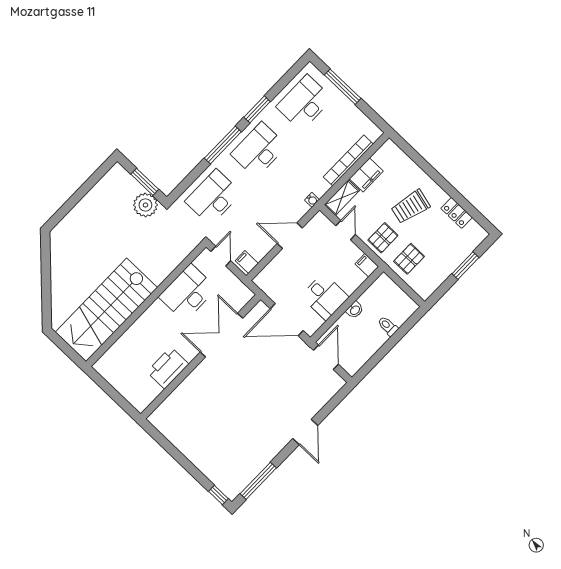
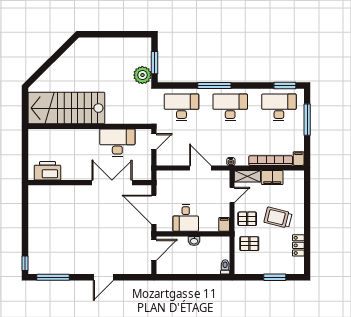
window: (257, 109) -> (285, 86), moved
filing cabinet: (247, 262) -> (299, 159), moved
toilet: (388, 326) -> (225, 267), moved
printer: (168, 368) -> (48, 171), moved

